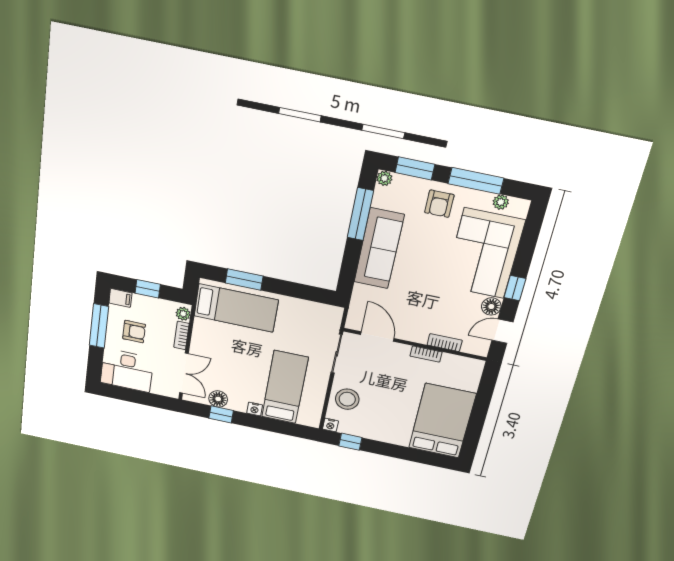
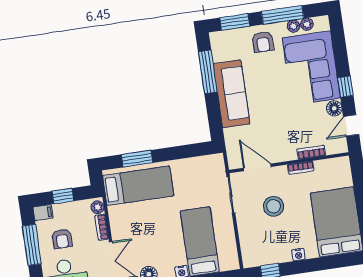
plant: (384, 178) -> (293, 26), moved
armchair: (134, 332) -> (62, 239), turned 90
stool: (347, 399) -> (274, 206), moved
nightstand: (330, 425) -> (298, 255), moved

